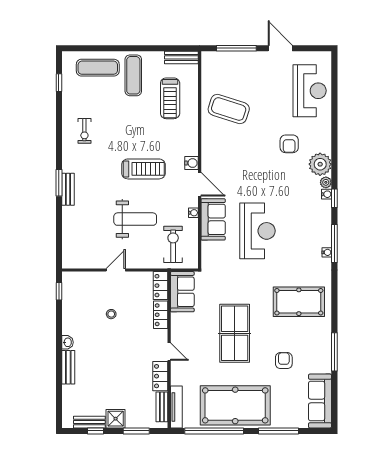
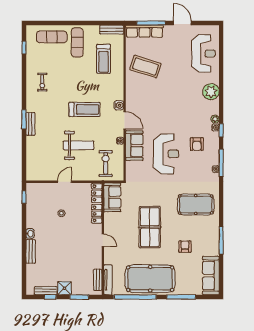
row of seats: (227, 60) -> (145, 31), added
armchair: (289, 144) -> (197, 144), moved
plant: (320, 164) -> (211, 92), moved
locker: (160, 376) -> (96, 258), removed

